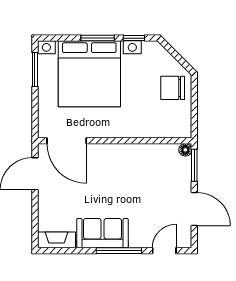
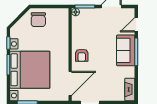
armchair: (113, 160) -> (82, 55), added
sofa: (103, 233) -> (126, 50), moved
door: (164, 251) -> (136, 25), hinge flipped

